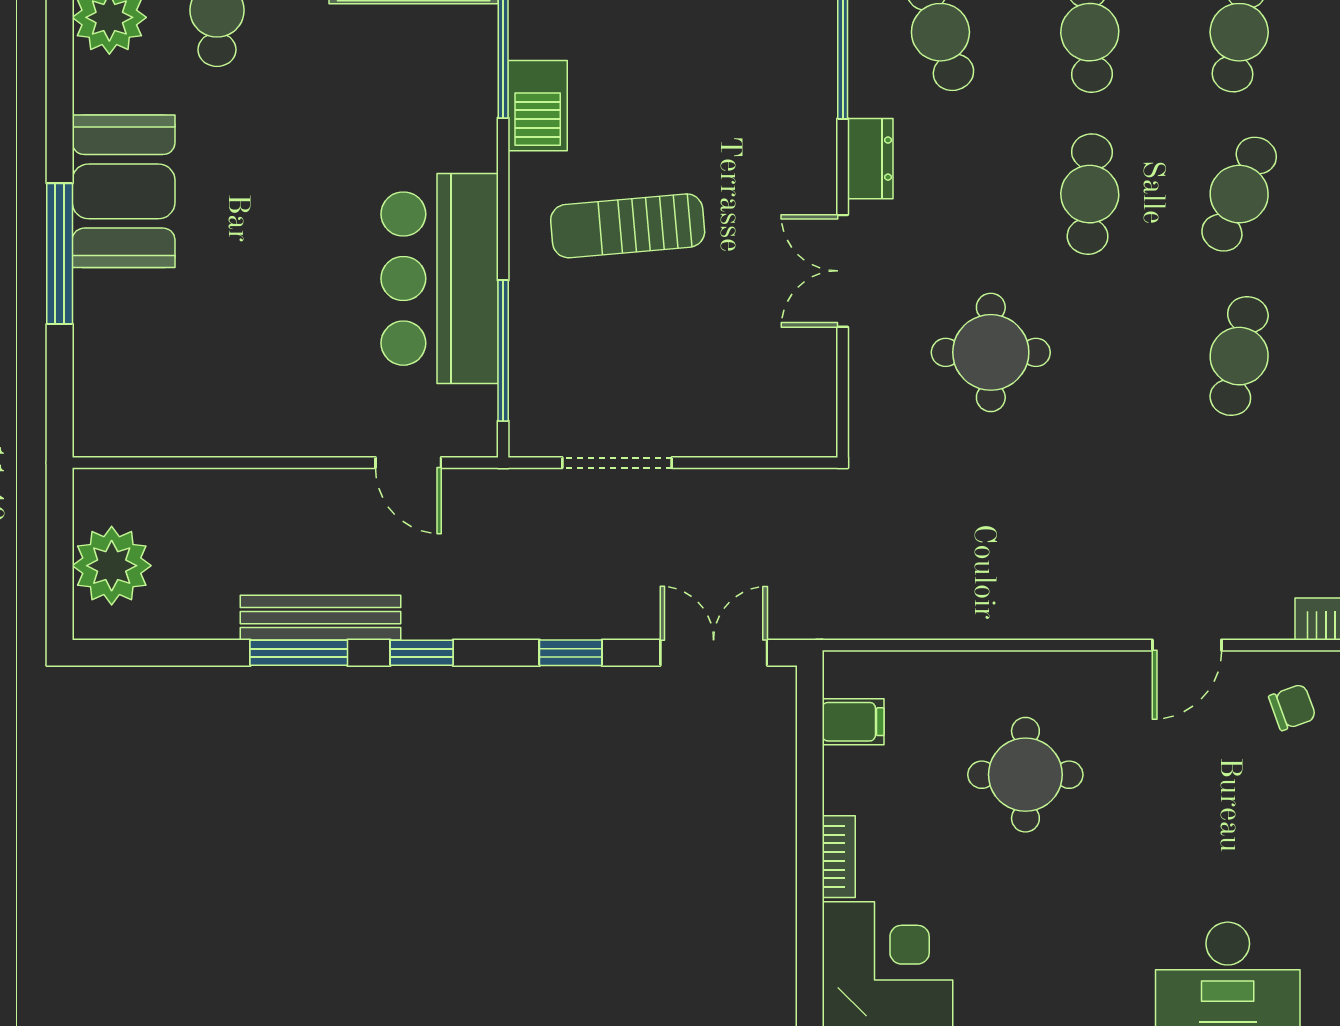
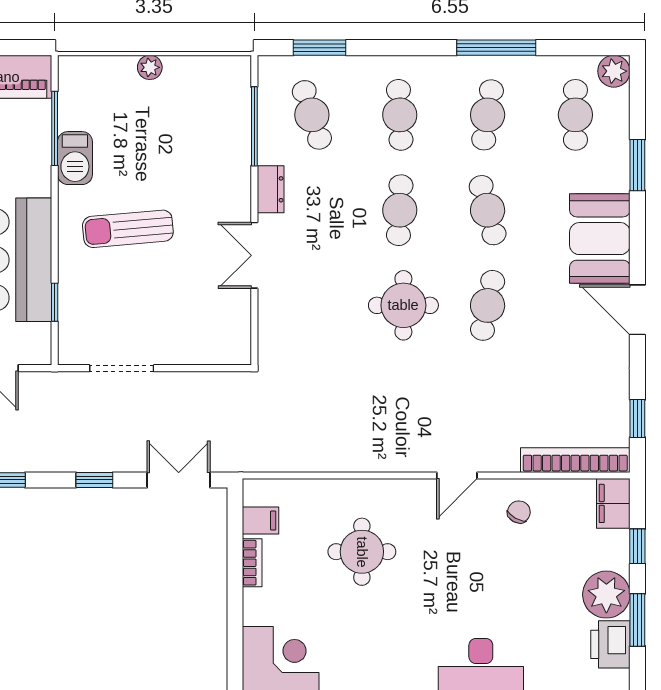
cafe table: (1239, 194) -> (488, 210), turned -39
window: (503, 351) -> (55, 302), width x0.46
round table: (991, 352) -> (403, 305), moved
chair: (1292, 707) -> (519, 512), turned -41
bookcase: (839, 857) -> (252, 563), moved

